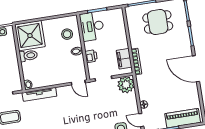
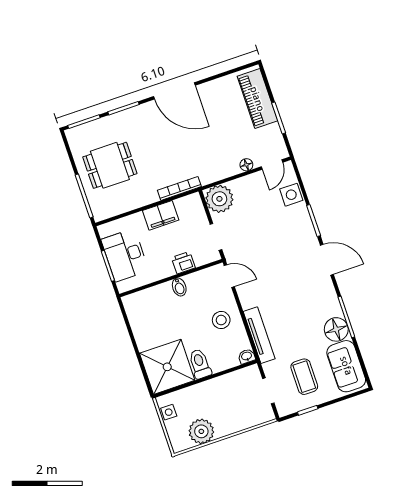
dining table: (158, 22) -> (110, 165), turned 90
desk: (92, 26) -> (125, 255), moved, turned 90
stool: (67, 34) -> (221, 320), moved
filing cabinet: (124, 59) -> (161, 215), moved
door: (196, 69) -> (174, 91), hinge flipped
door: (78, 83) -> (229, 276), hinge flipped

